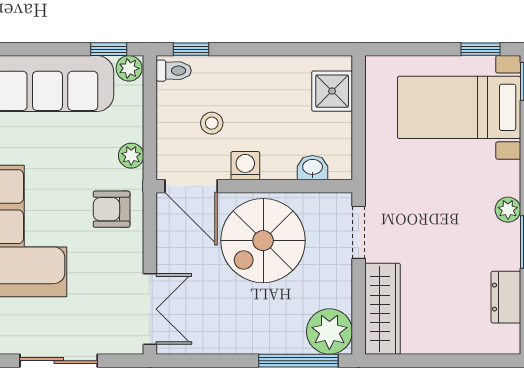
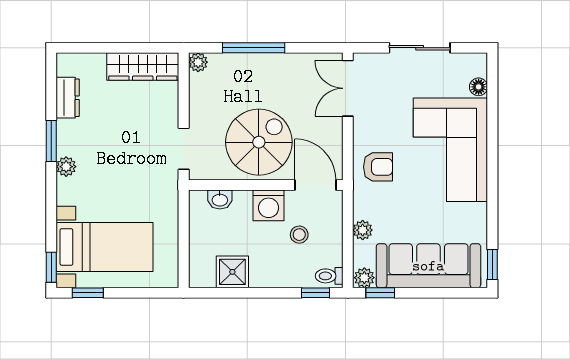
shower: (332, 91) -> (232, 272), moved
plant: (131, 156) -> (363, 230), moved
washing machine: (245, 166) -> (269, 205), width x1.38, depth x1.38
wardrobe: (382, 309) -> (143, 67), moved, turned -90
plant: (329, 331) -> (198, 62), width x0.53, depth x0.53
window: (298, 361) -> (254, 48), moved

